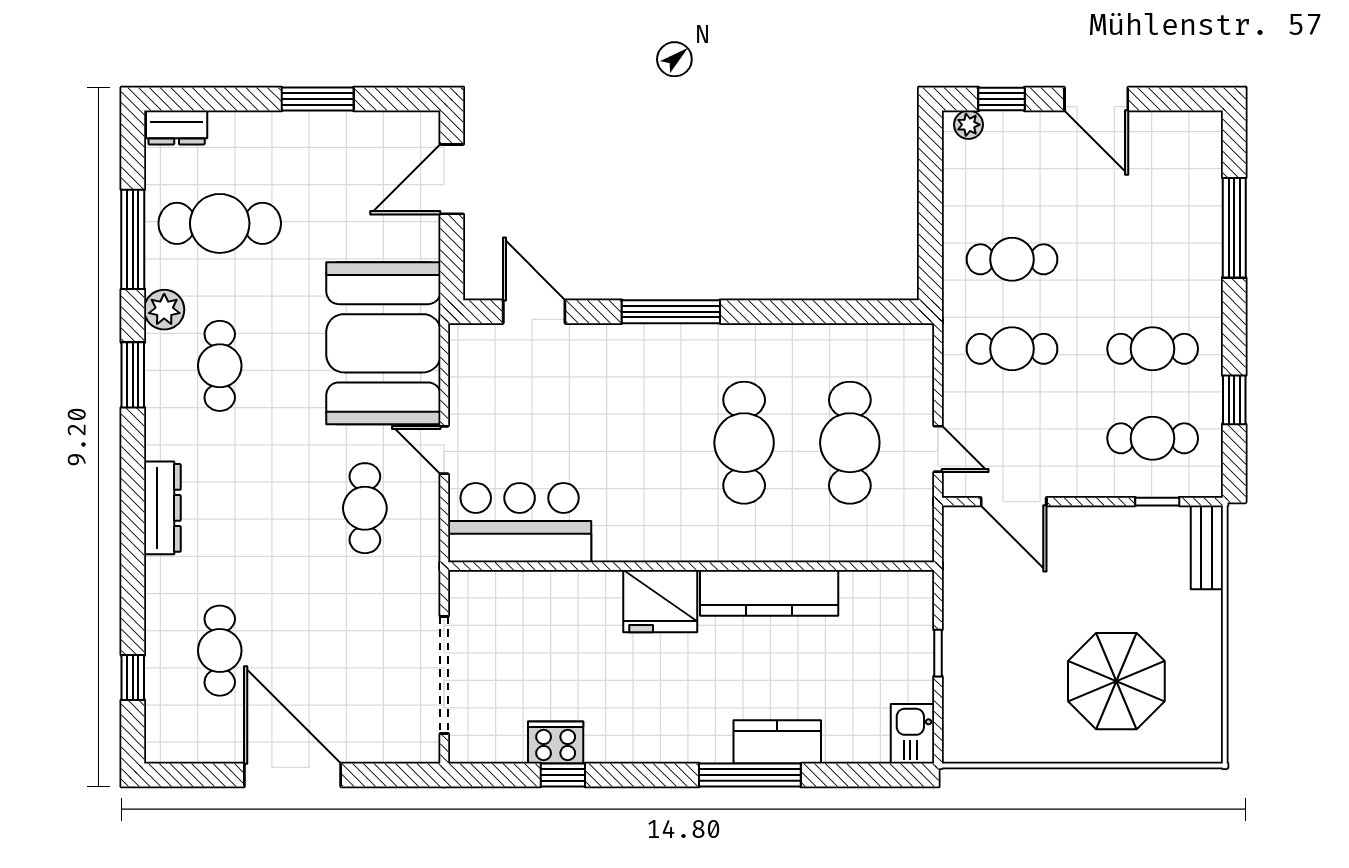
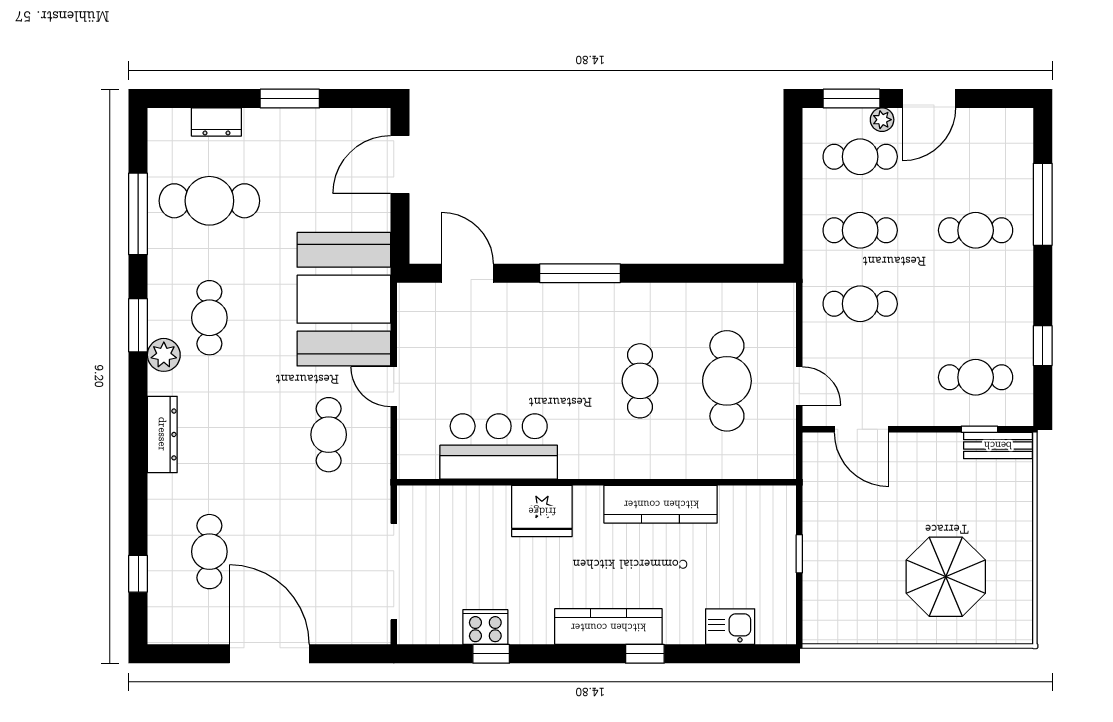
window: (1002, 99) -> (852, 99), width x1.50
door: (1096, 99) -> (929, 99), hinge flipped
plant: (969, 125) -> (882, 120), moved
dresser: (177, 128) -> (216, 122), moved
cafe table: (1012, 170) -> (860, 157), added
plant: (164, 310) -> (164, 355), moved
cafe table: (1153, 349) -> (976, 230), moved
cafe table: (744, 443) -> (640, 381), width x0.73, depth x0.74
bar counter: (520, 523) -> (499, 446), moved
bench: (1207, 547) -> (998, 445), moved, turned 90
fridge: (660, 601) -> (542, 511), moved
kitchen sink: (912, 734) -> (730, 627), moved, turned 90
kitchen counter: (777, 742) -> (608, 627), moved, width x1.50
window: (750, 775) -> (645, 654), width x0.46

